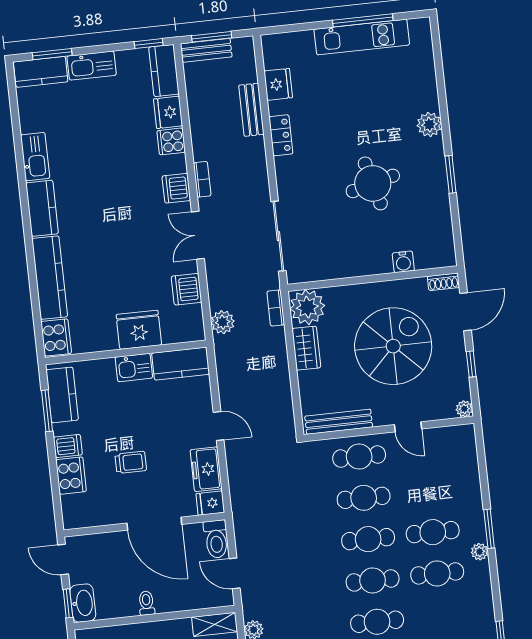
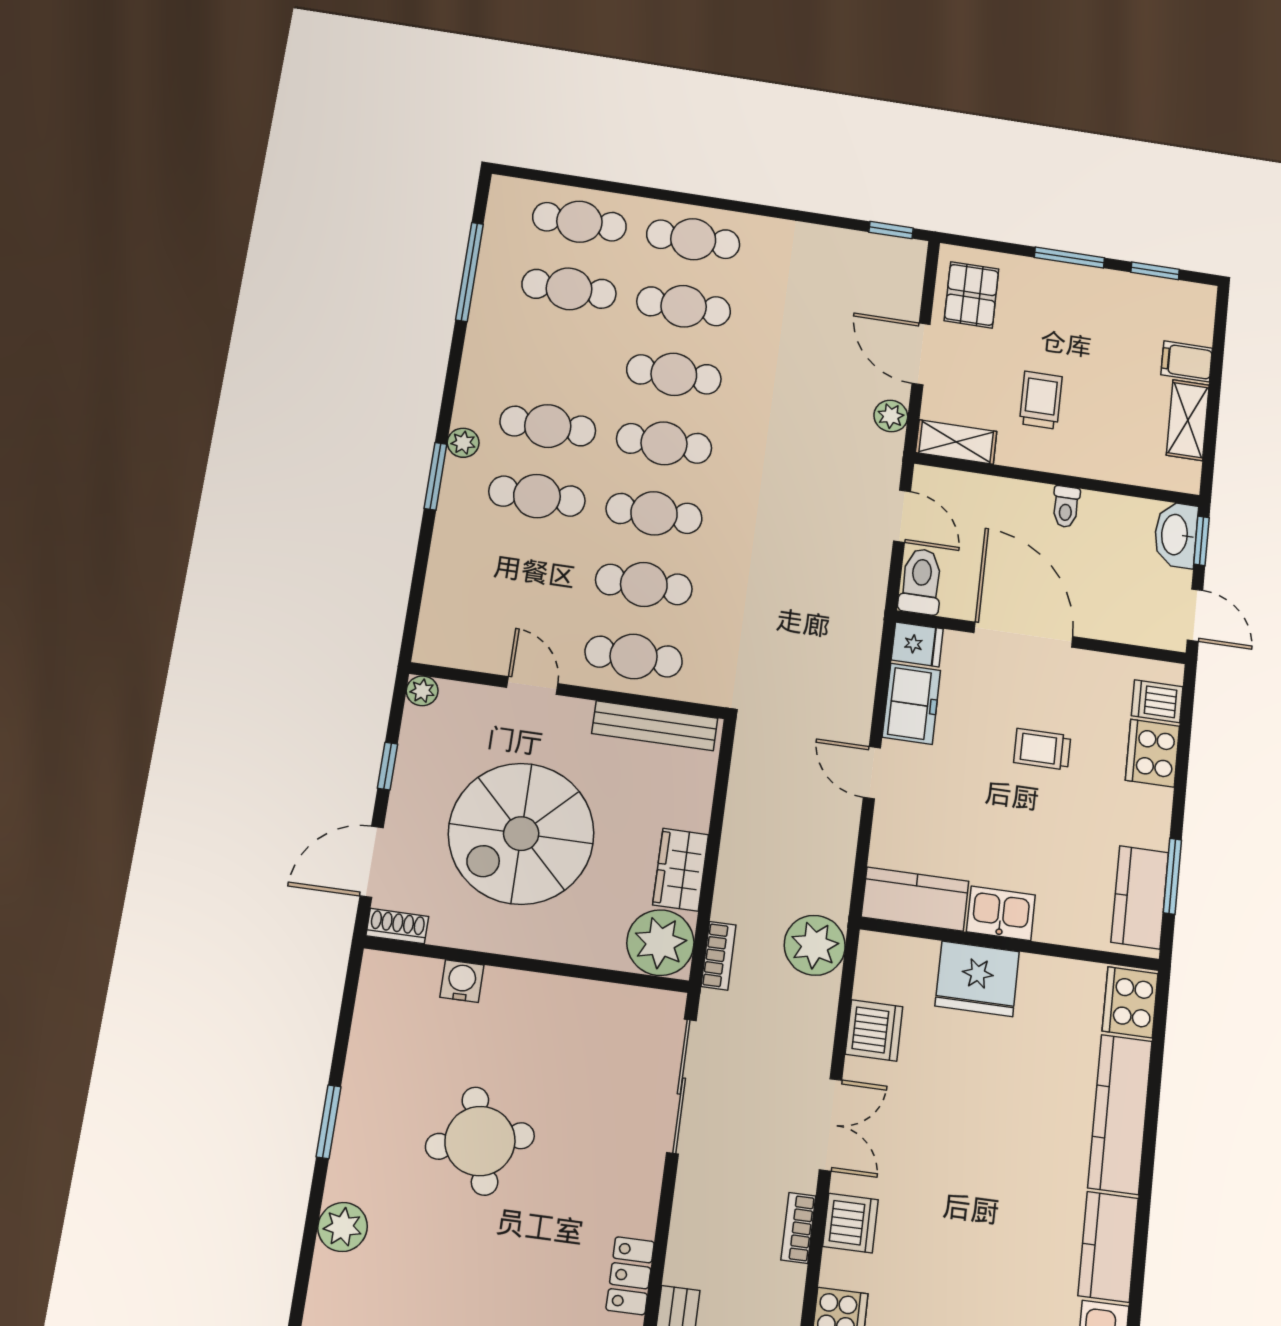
plant: (223, 322) -> (815, 945), width x1.36, depth x1.36
dishwasher: (68, 446) -> (1157, 701), moved

